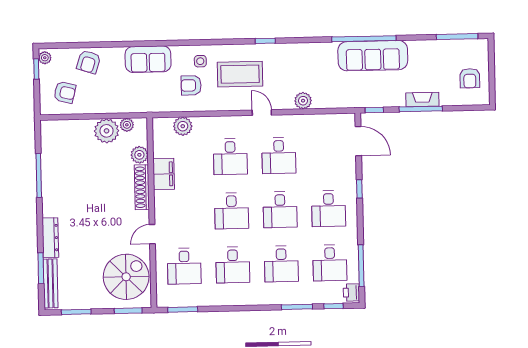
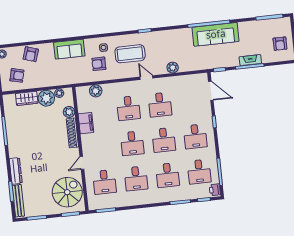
wardrobe: (77, 129) -> (27, 98), added

